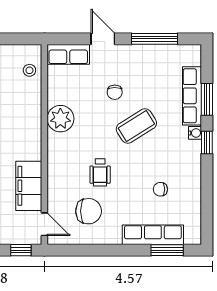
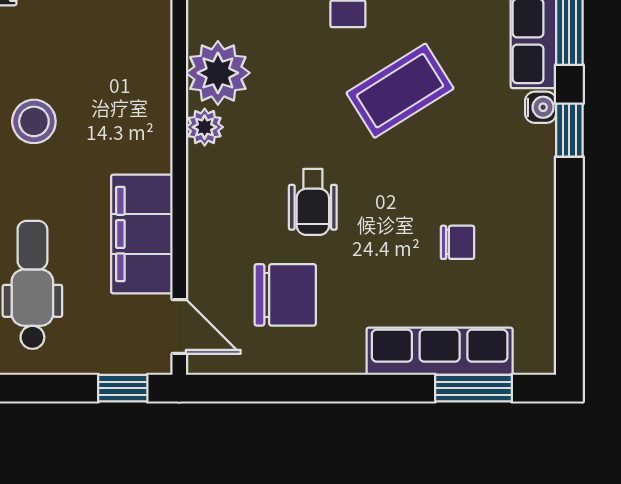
plant: (55, 141) -> (205, 127), added
chair: (160, 189) -> (458, 242), turned 180

